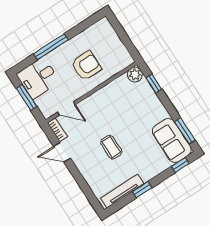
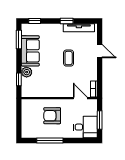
window: (51, 47) -> (50, 141), moved
plant: (135, 75) -> (27, 72), moved
sofa: (172, 140) -> (30, 51), moved
door: (62, 152) -> (100, 51), moved

